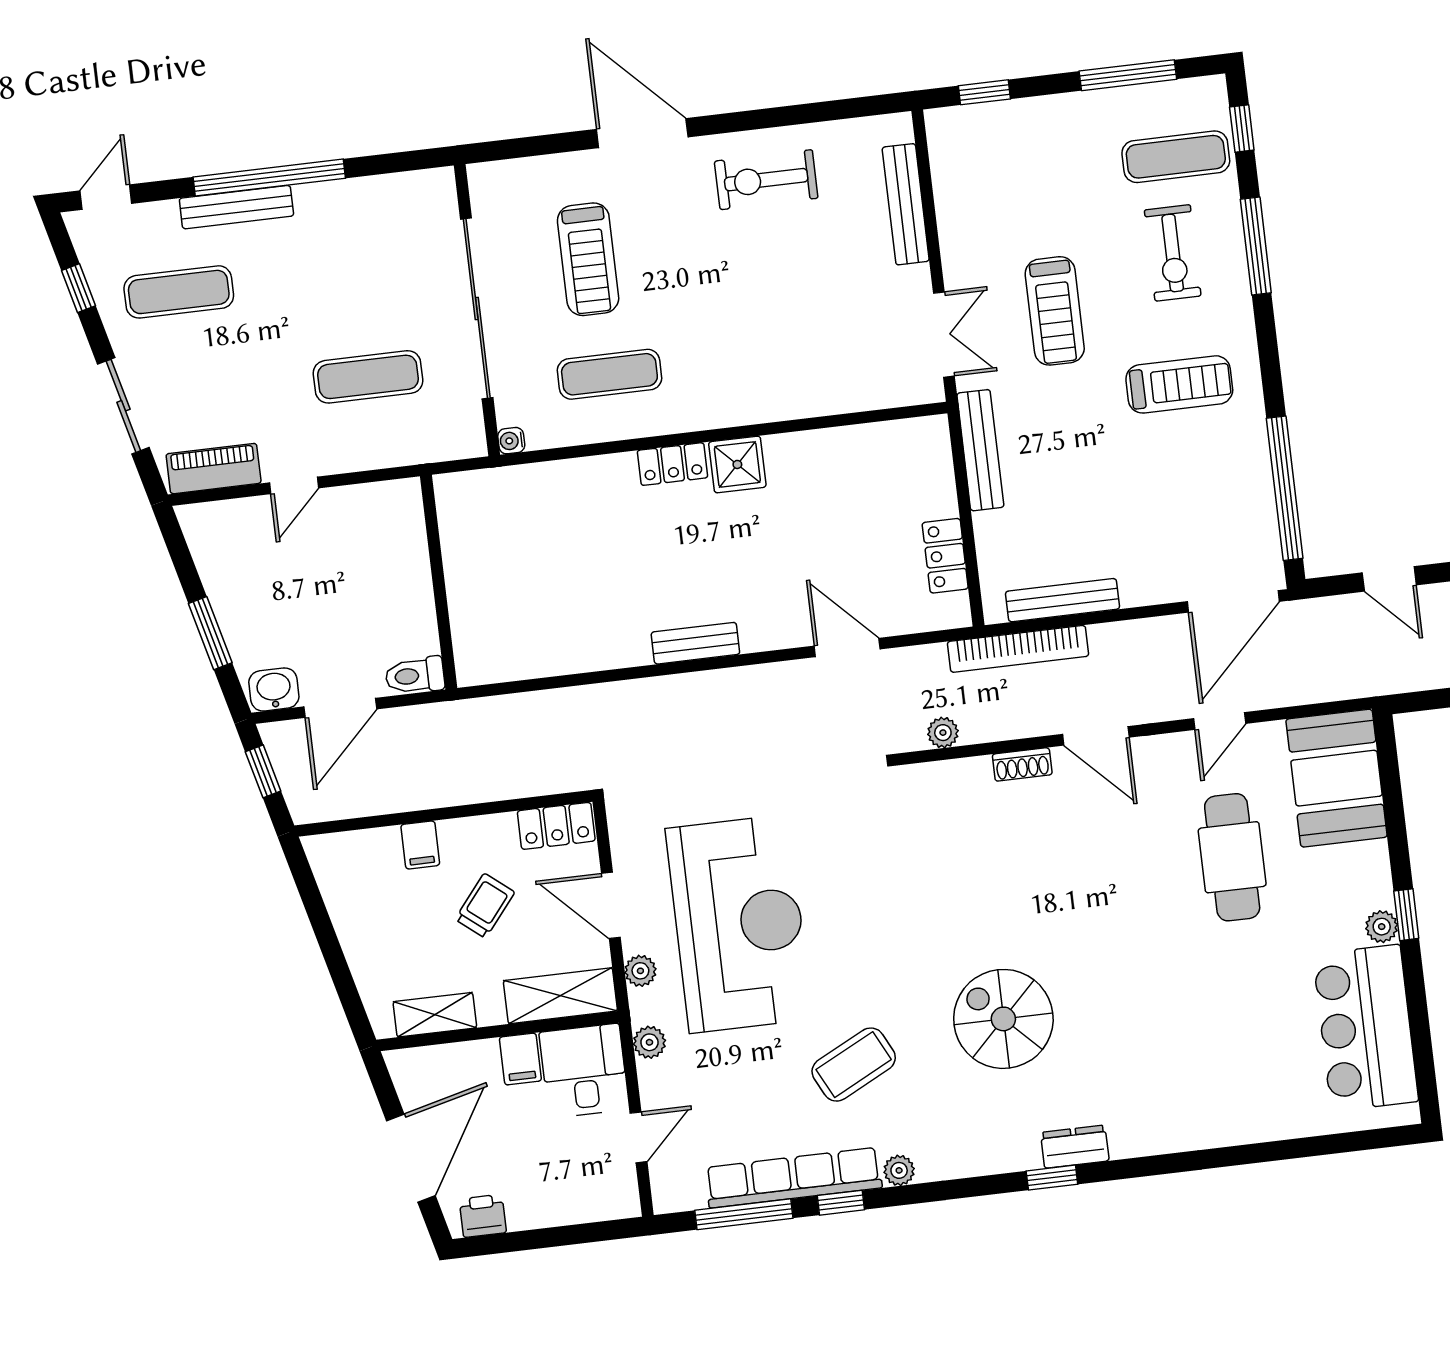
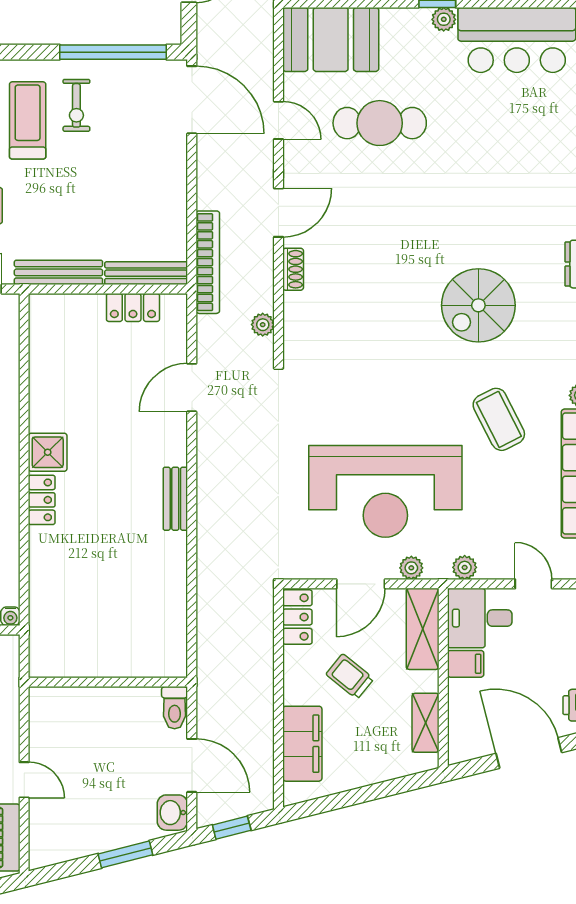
exercise bike: (1207, 448) -> (76, 105), added
bench: (1062, 600) -> (146, 273), moved, turned 90
filing cabinet: (420, 845) -> (302, 744), width x3.00, depth x1.17
reception desk: (739, 924) -> (385, 491), turned 180

